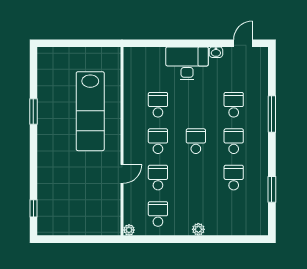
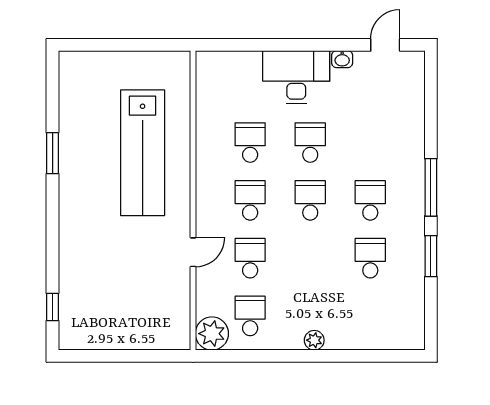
school desk: (234, 105) -> (310, 143), moved
window: (272, 114) -> (431, 187), moved
window: (272, 189) -> (431, 256), moved
plant: (129, 230) -> (212, 334), width x1.88, depth x1.88

